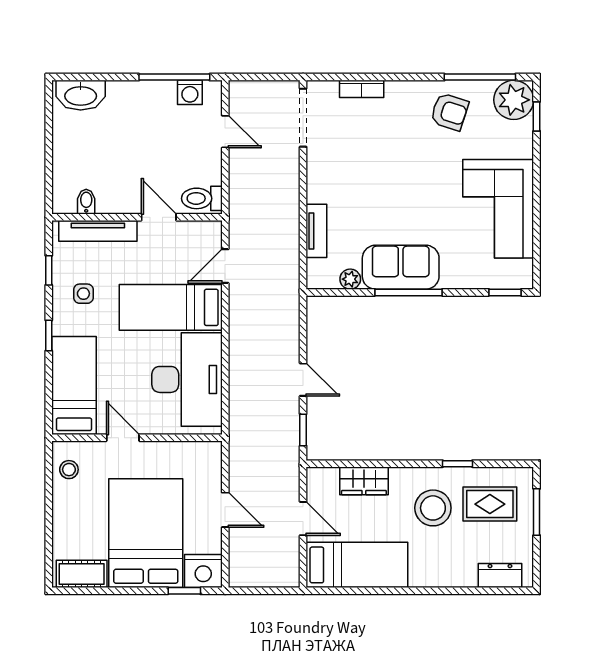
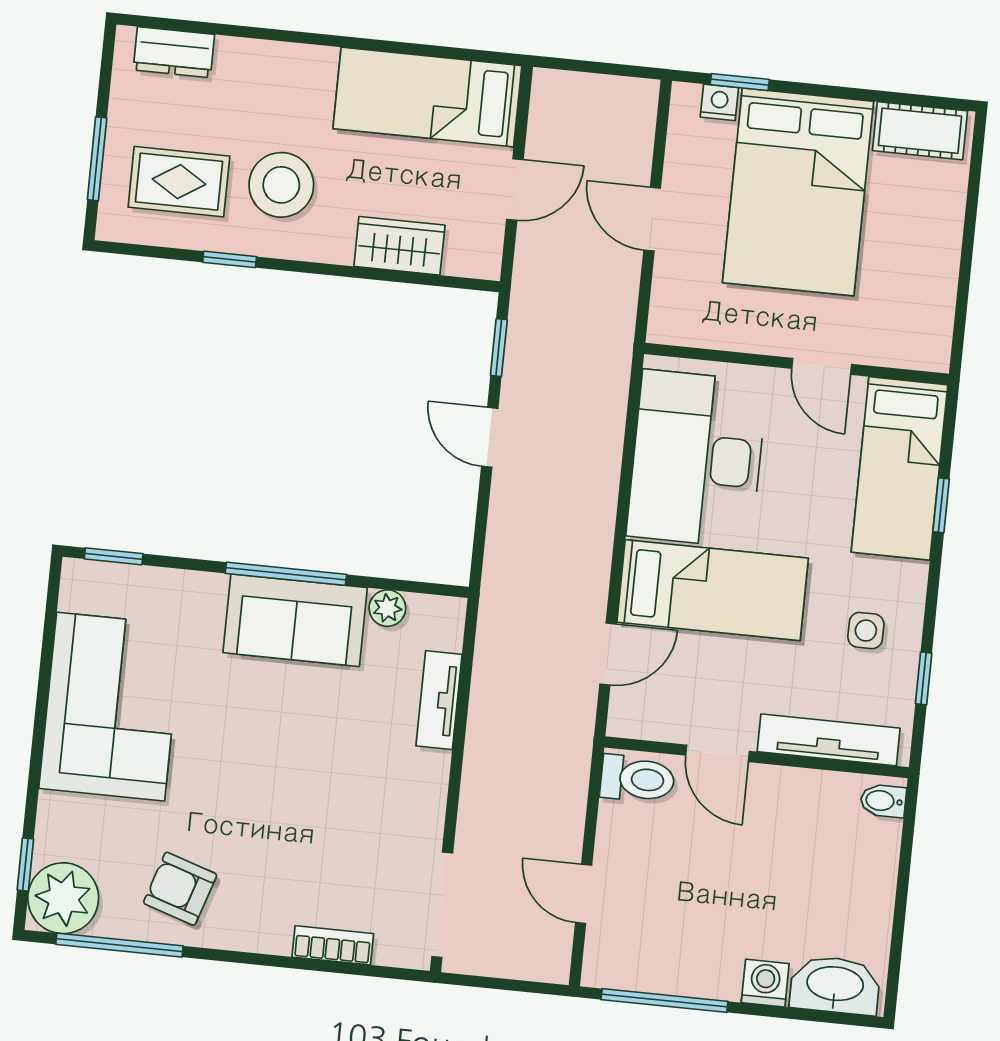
washing machine: (190, 92) -> (765, 983), moved
bidet: (86, 202) -> (883, 801), moved, turned 90
window: (49, 336) -> (941, 505), moved
stool: (69, 470) -> (924, 319), removed
door: (303, 519) -> (515, 190), swing flipped
nightstand: (203, 571) -> (719, 102), width x0.53, depth x0.56

